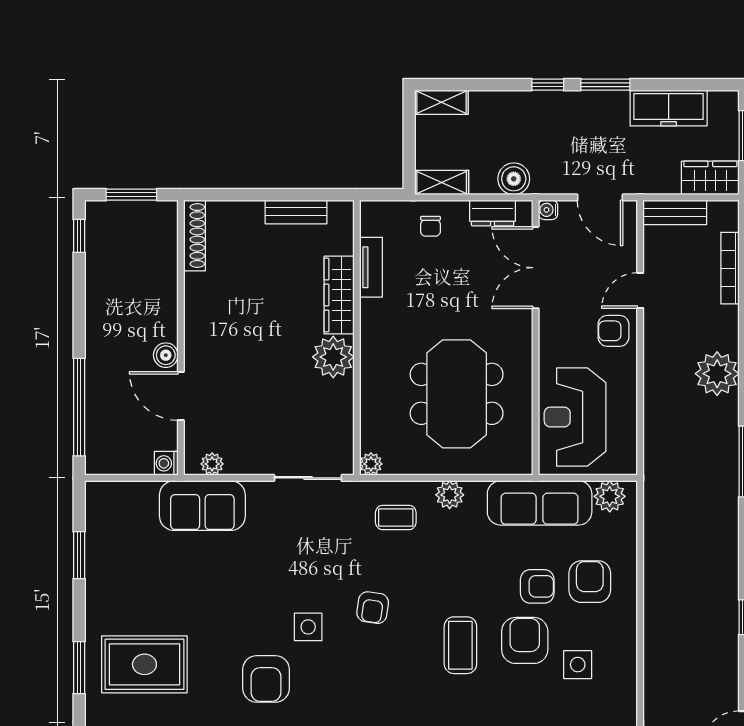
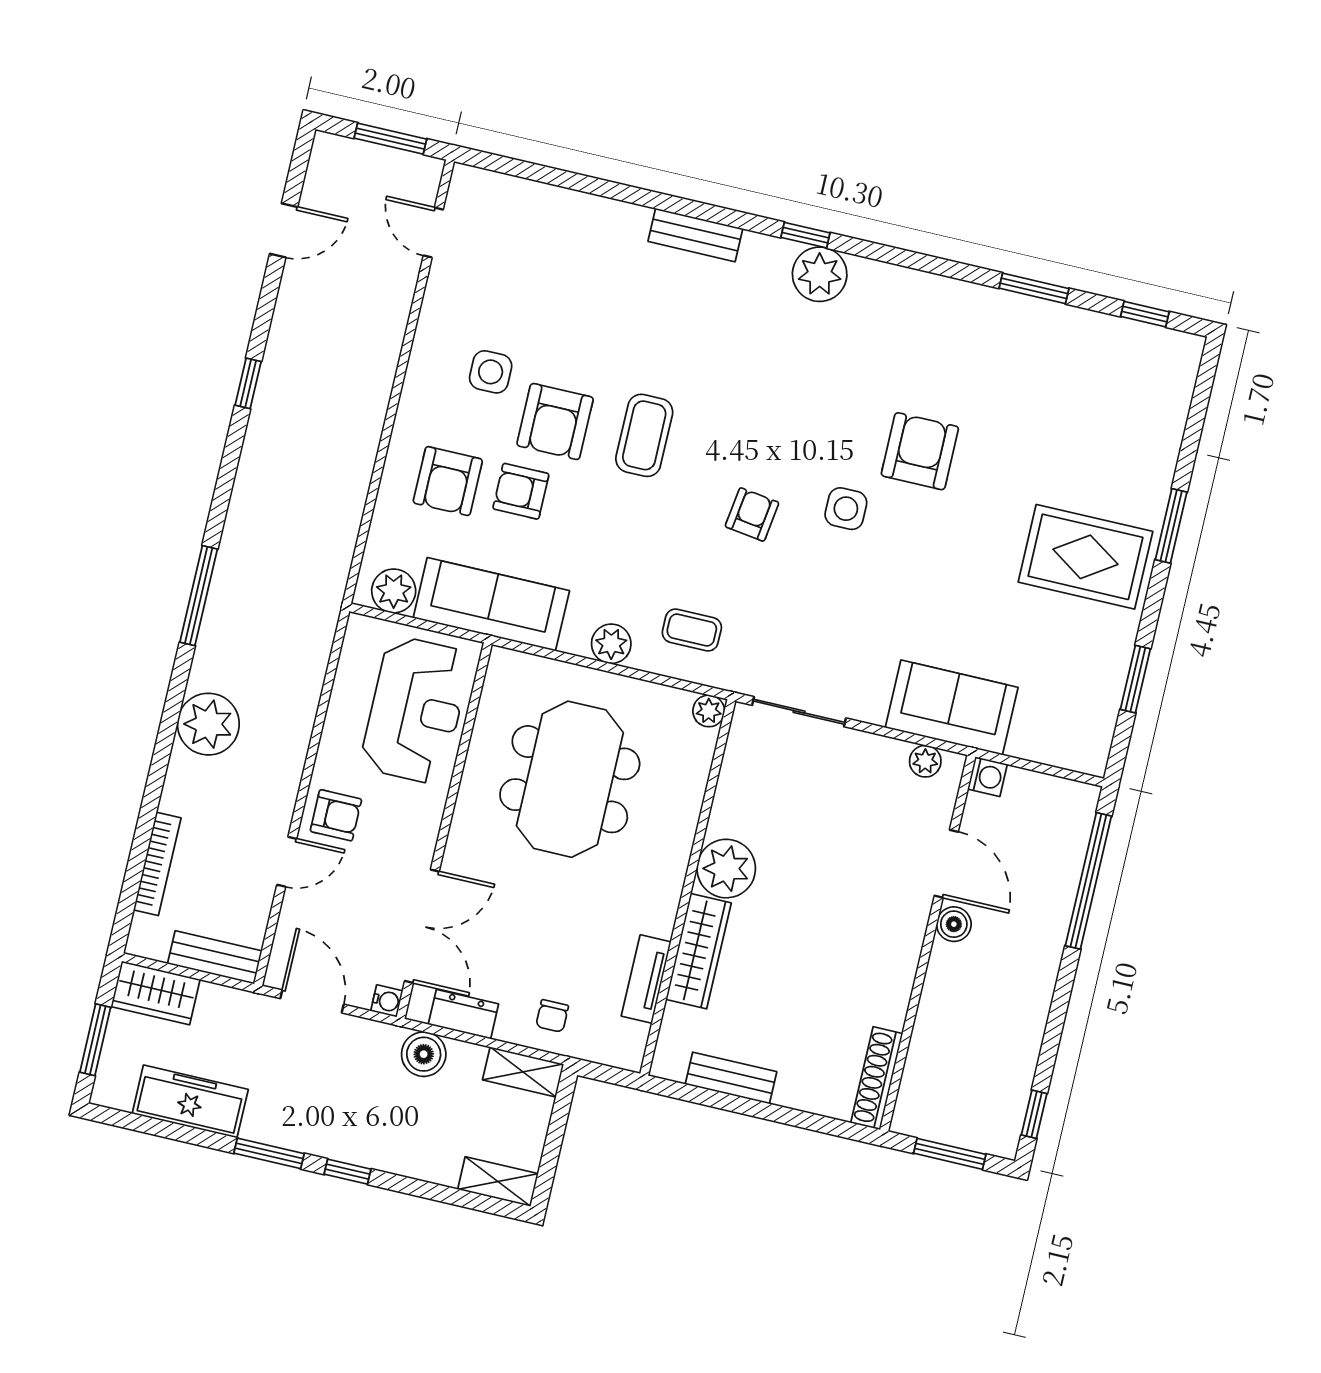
chair: (430, 226) -> (552, 1016), turned 180
rug: (144, 664) -> (1085, 557), moved

